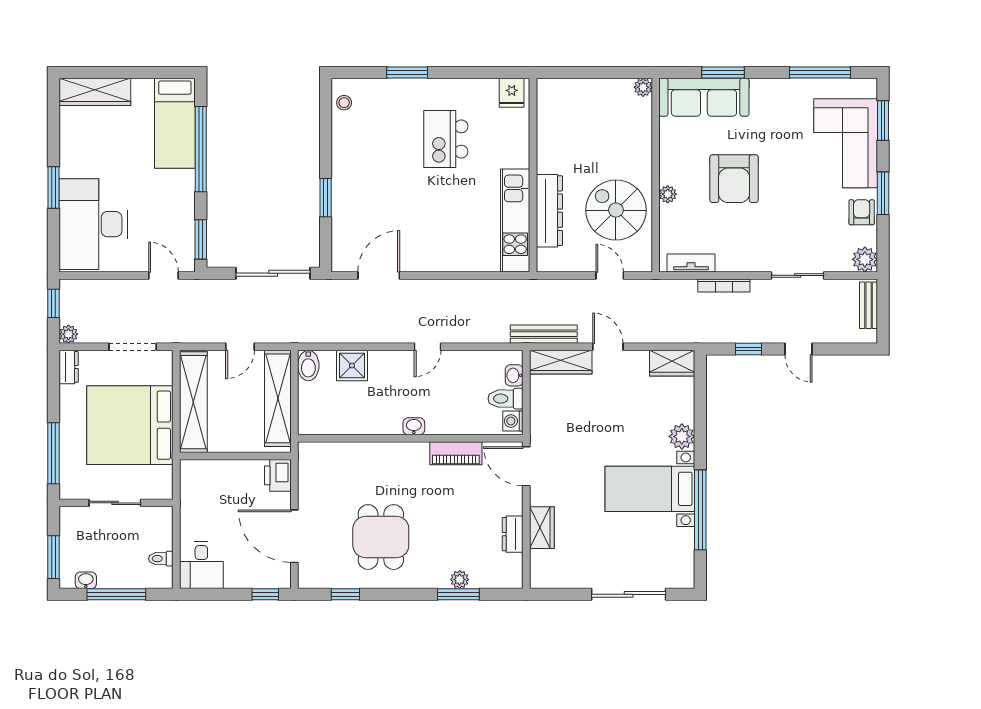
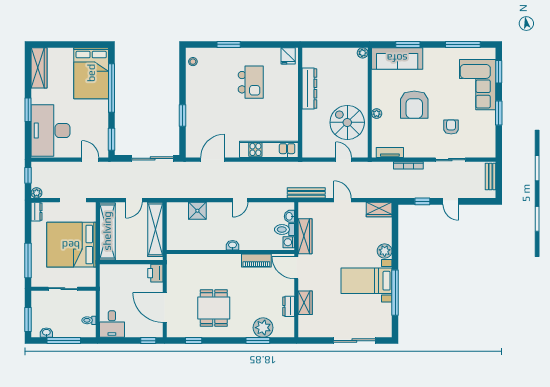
wardrobe: (95, 92) -> (39, 68), moved, turned -90
bed: (175, 123) -> (91, 73), width x1.50
kitchen island: (446, 139) -> (251, 82), turned 180
dresser: (549, 211) -> (309, 89), moved
armchair: (862, 212) -> (451, 127), moved
kitchen unit: (515, 220) -> (269, 149), moved, turned 90
plant: (865, 259) -> (488, 151), removed
wardrobe: (561, 362) -> (305, 236), moved, turned -90
bidet: (308, 365) -> (173, 211), removed
plant: (460, 580) -> (263, 328), width x1.87, depth x1.87

